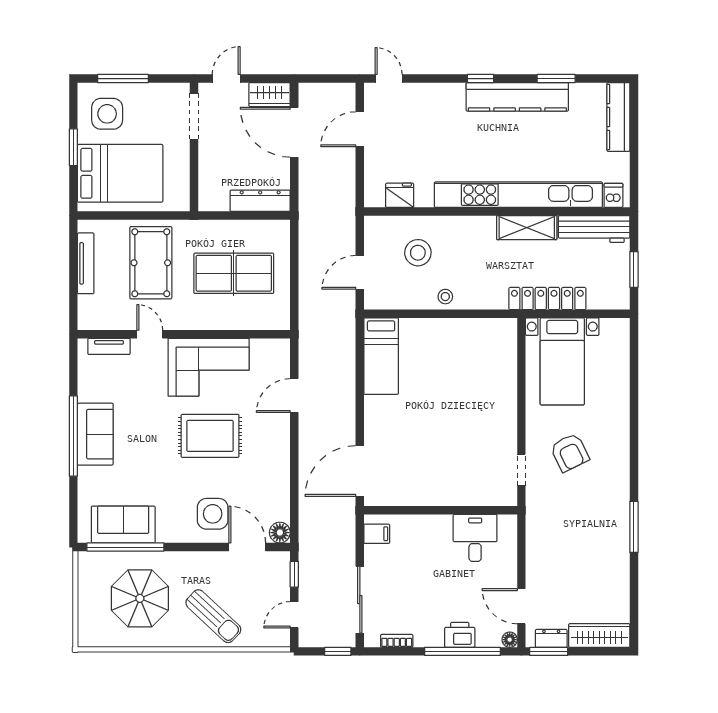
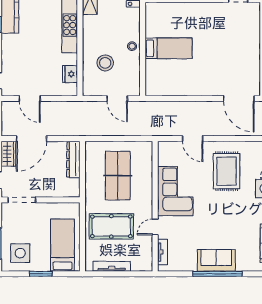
bed: (120, 173) -> (62, 245), width x0.67
bed: (381, 356) -> (168, 48), moved
rug: (210, 436) -> (227, 171), moved

